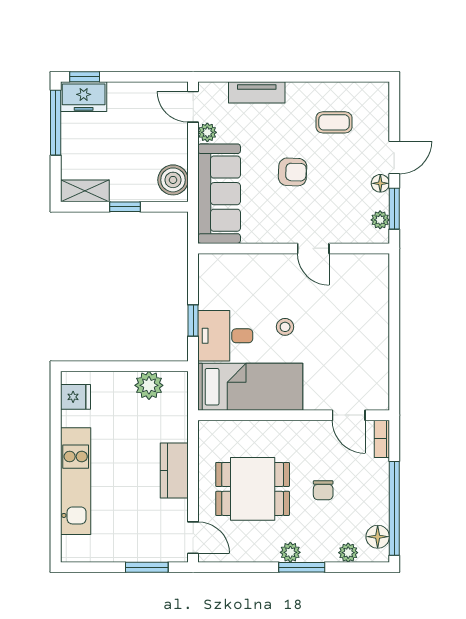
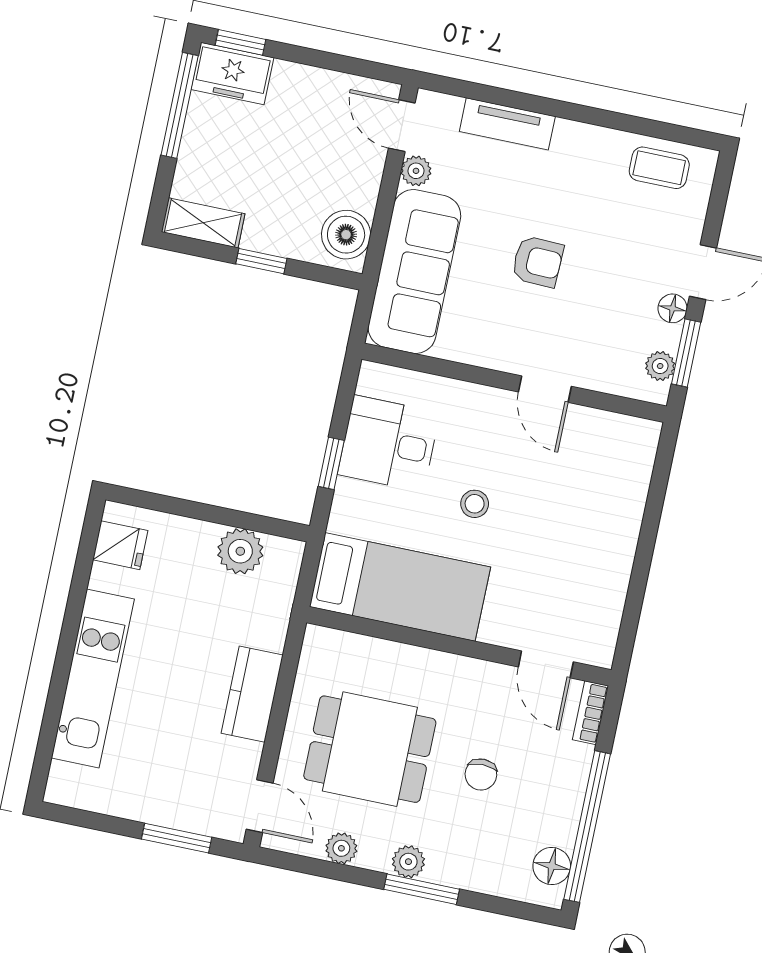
coffee table: (334, 122) -> (659, 168), moved
desk: (225, 336) -> (389, 444), moved
plant: (348, 553) -> (341, 848), moved

